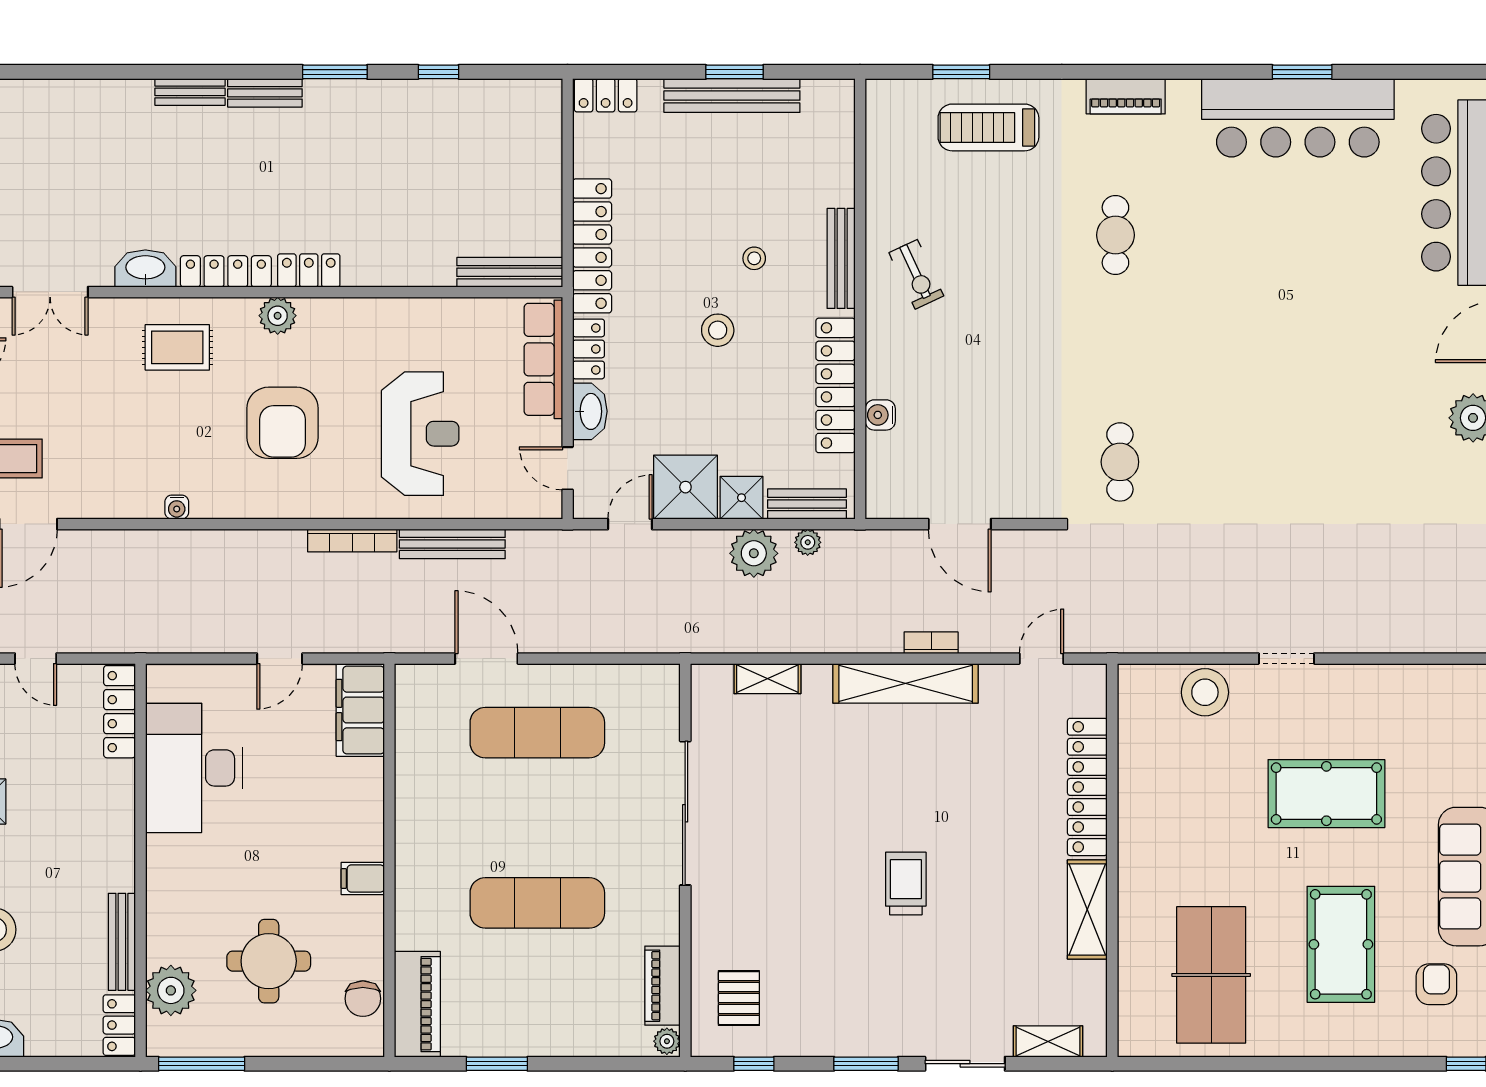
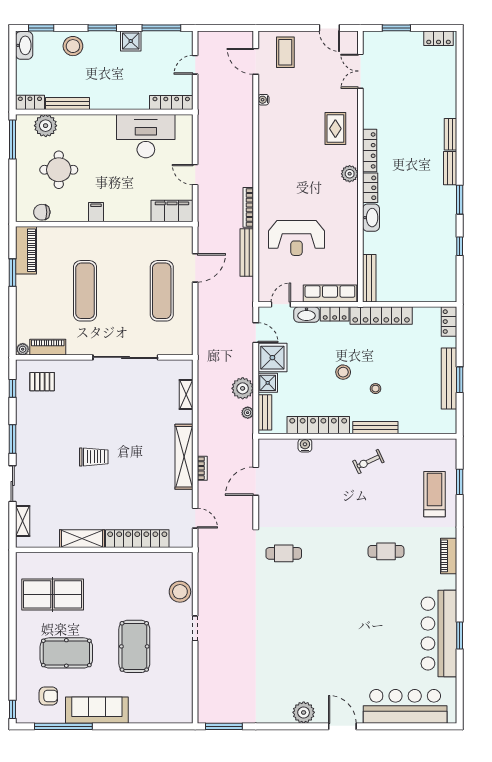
washbasin: (145, 268) -> (371, 218), moved
armchair: (283, 423) -> (301, 176), removed
water cooler: (177, 507) -> (263, 100), moved
piano: (417, 1004) -> (26, 250), moved, turned -90

